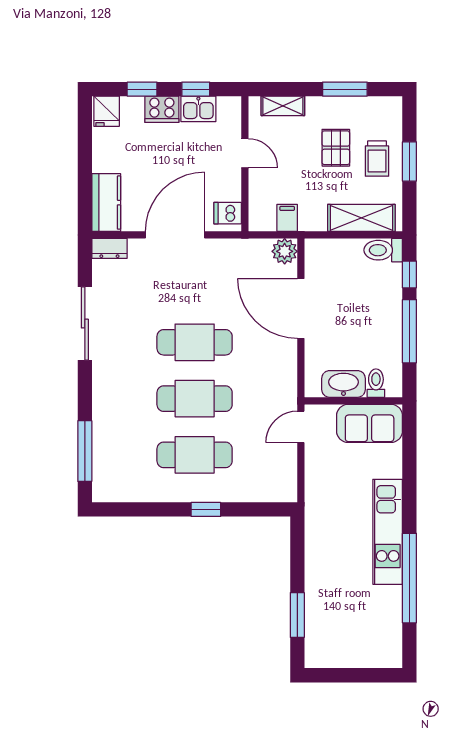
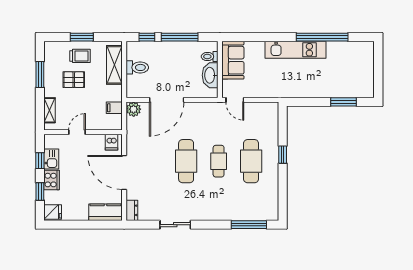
toilet: (383, 250) -> (137, 67), moved, turned -90
sliding door: (85, 324) -> (175, 225), width x0.73
cafe table: (195, 399) -> (219, 161), width x0.73, depth x0.74

